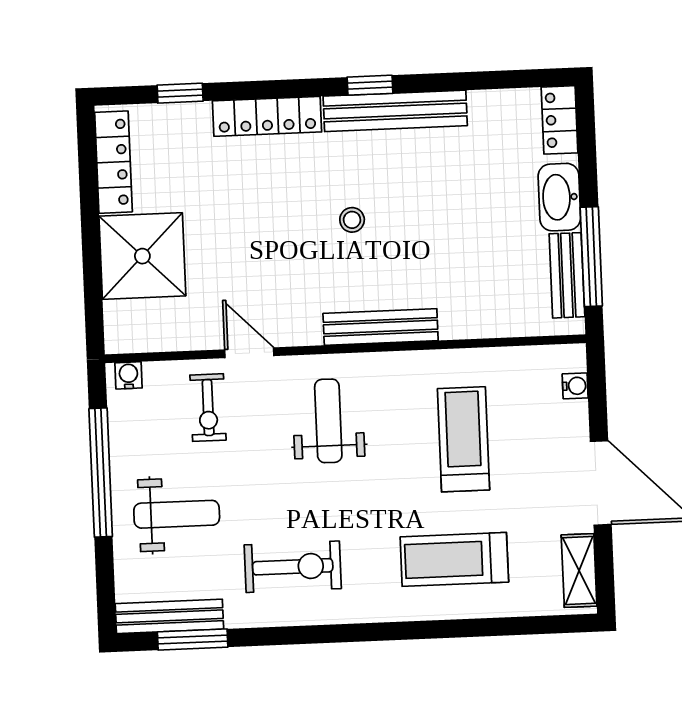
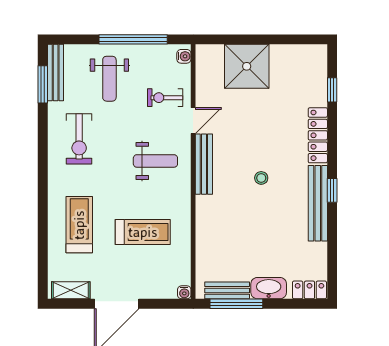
locker: (113, 162) -> (297, 53), removed
bench: (381, 327) -> (204, 164), moved
water cooler: (575, 386) -> (184, 292), moved

